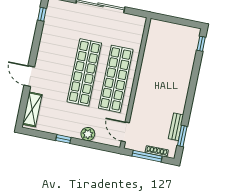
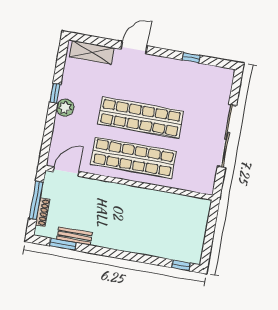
window: (42, 14) -> (191, 58), moved
plant: (88, 134) -> (65, 108), moved

